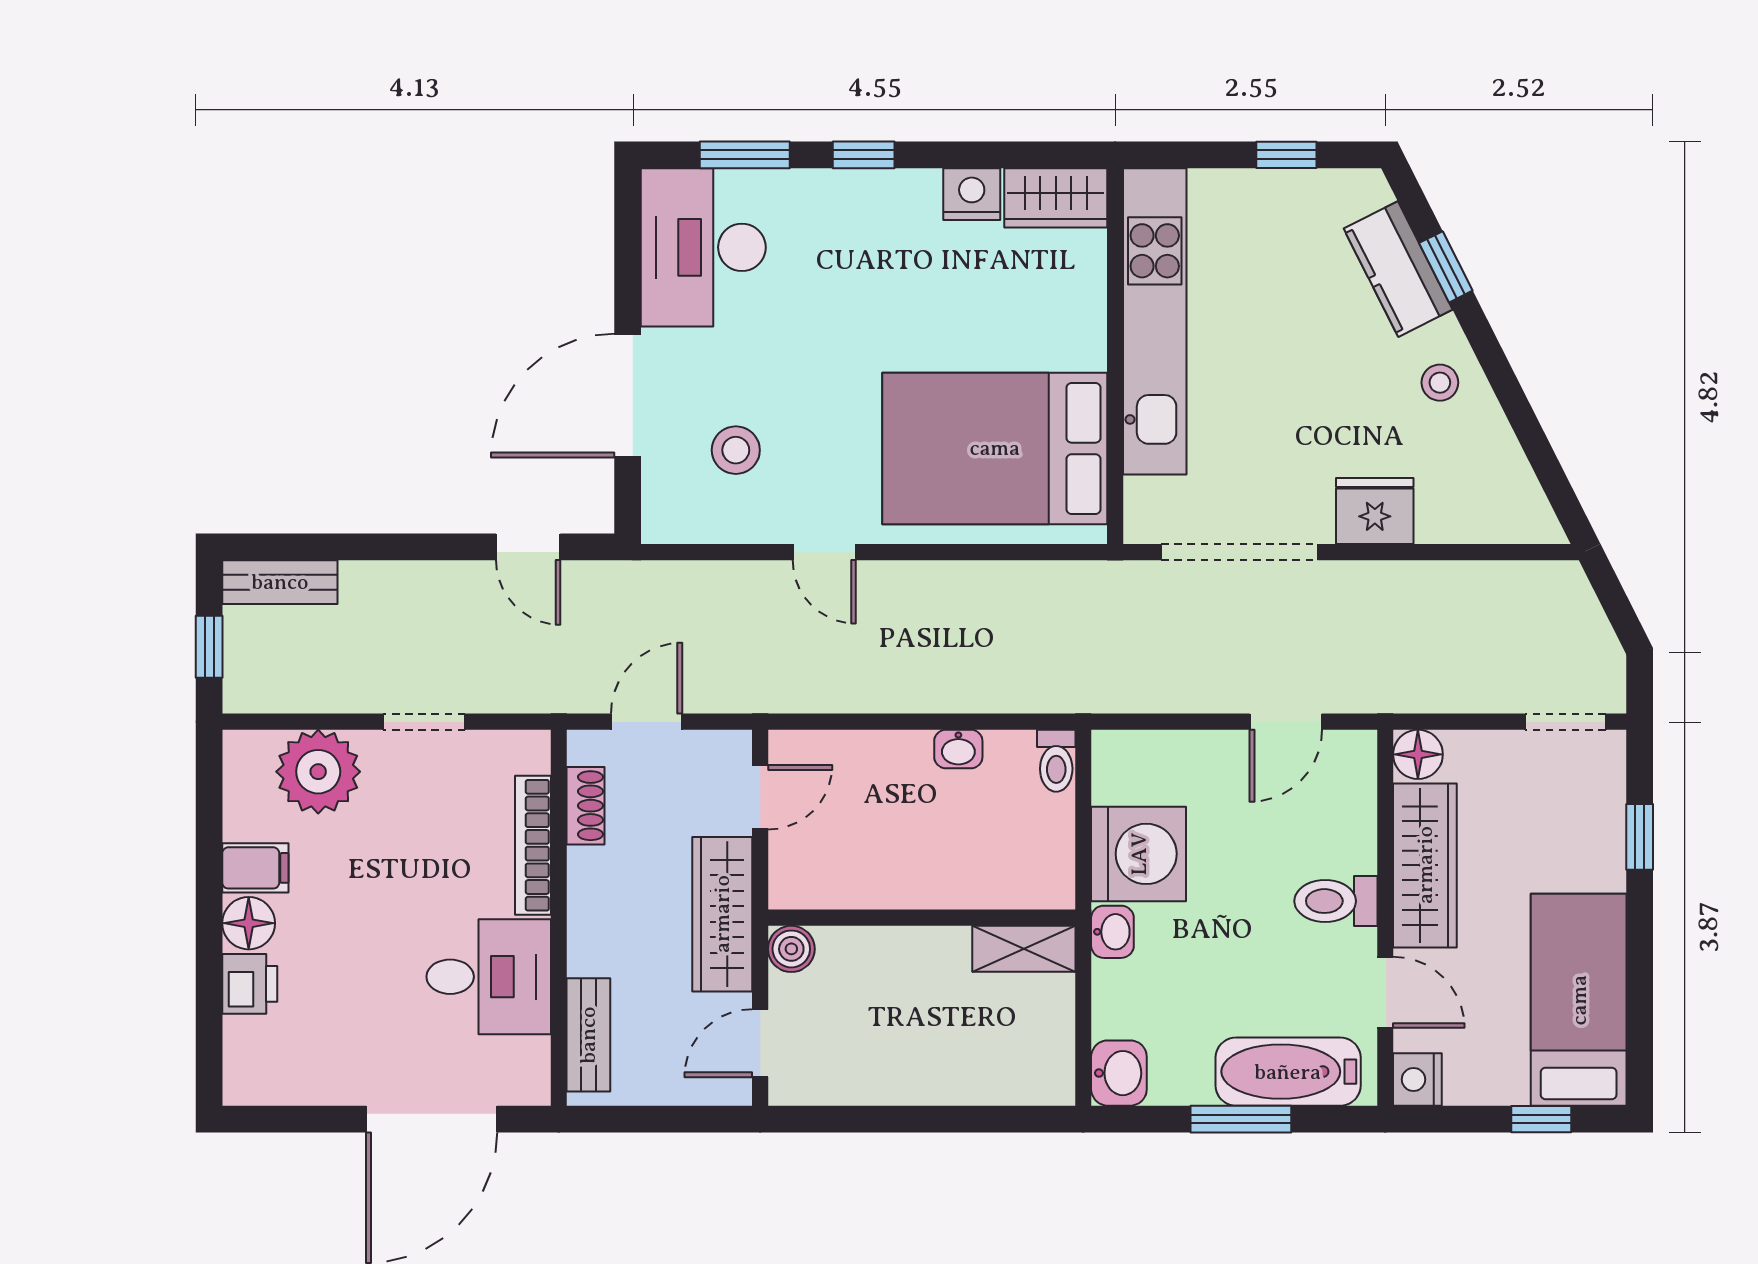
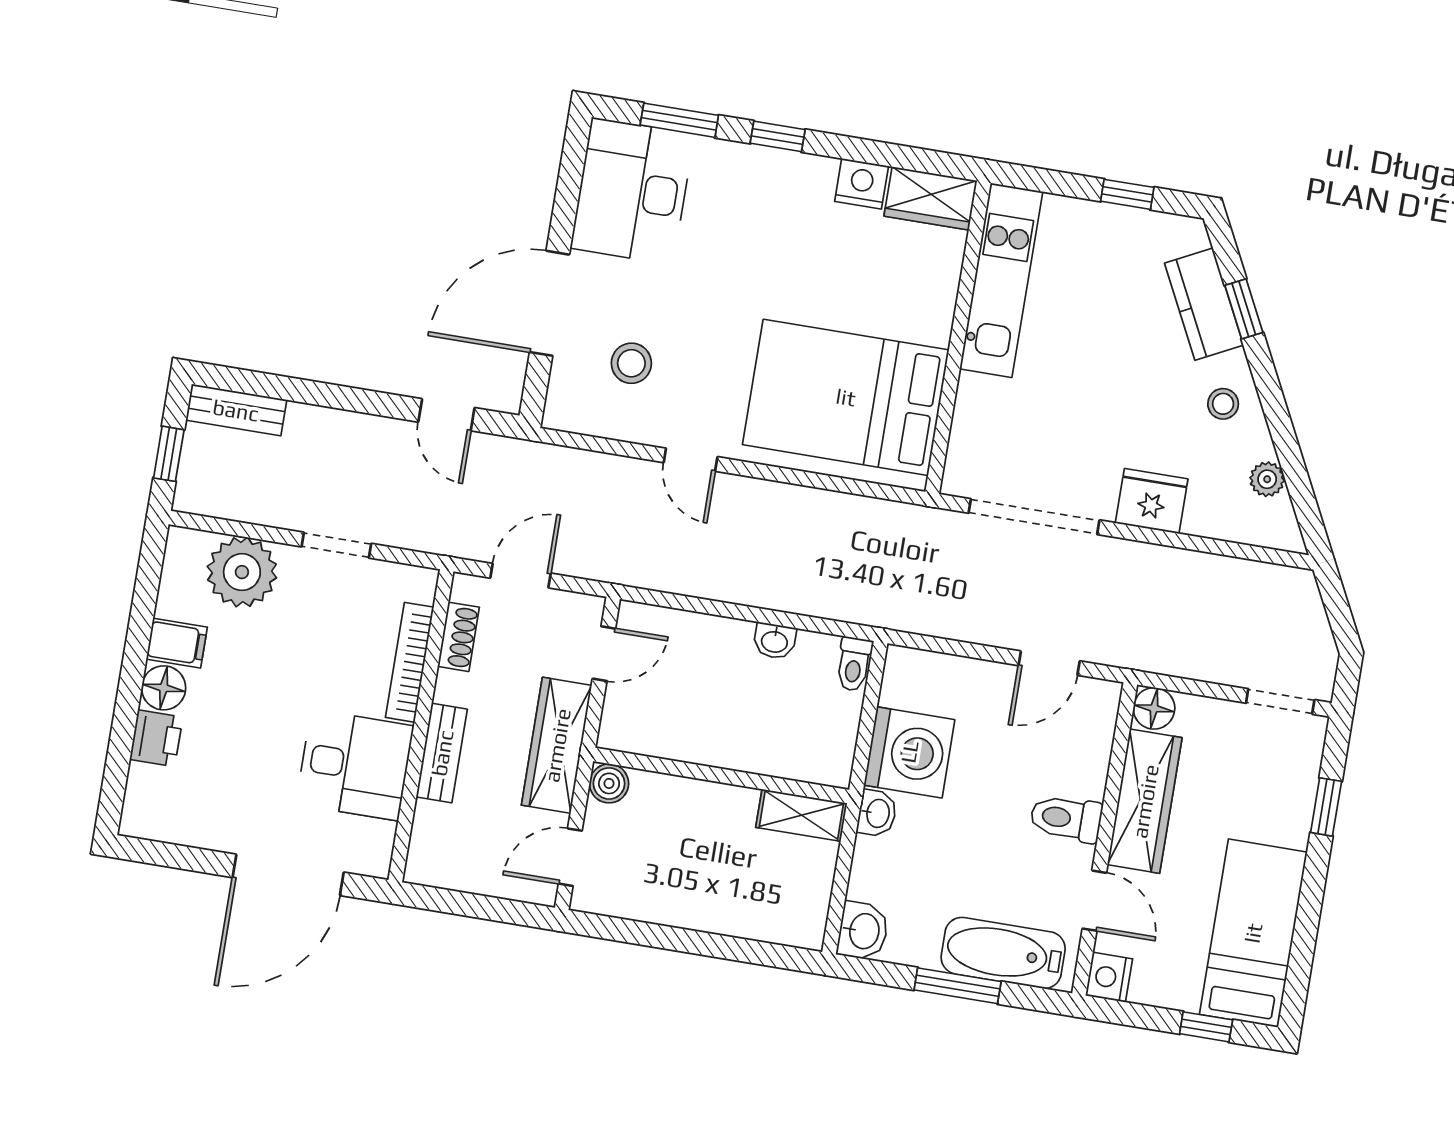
kitchen unit: (1155, 321) -> (1001, 280), width x0.73
plant: (1506, 463) -> (1267, 479), added
bench: (588, 1035) -> (442, 753), moved

